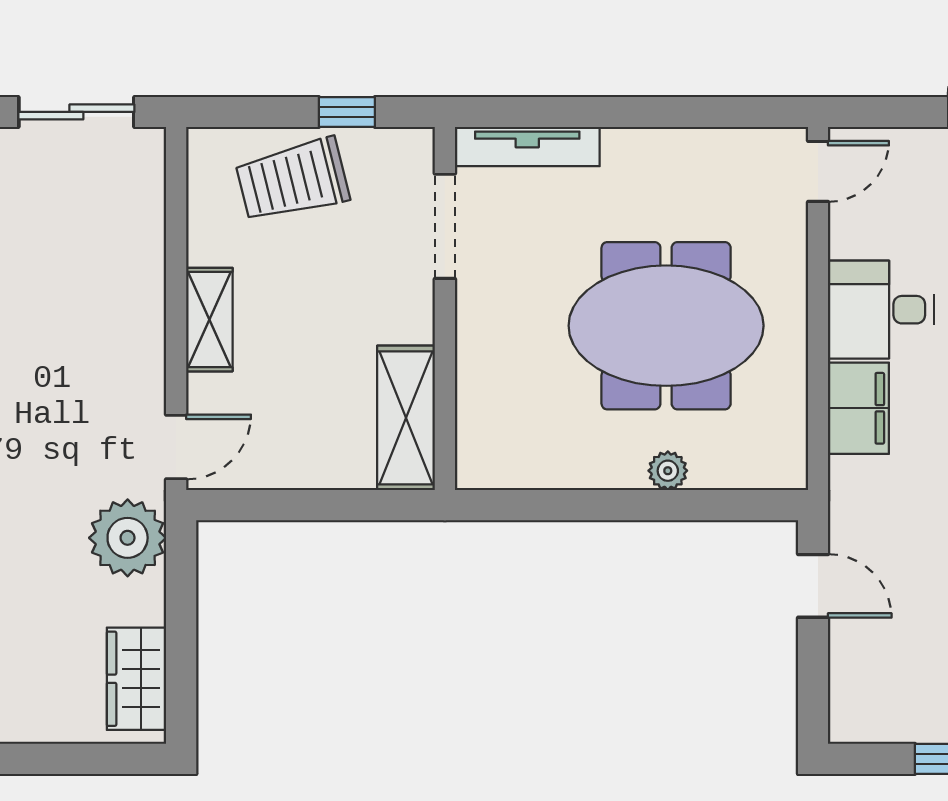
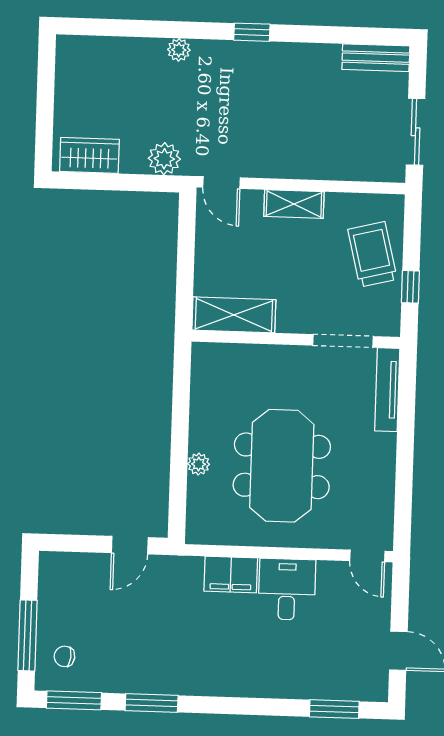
plant: (128, 538) -> (164, 159), width x0.73, depth x0.73

